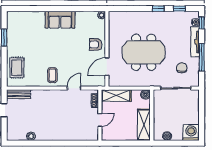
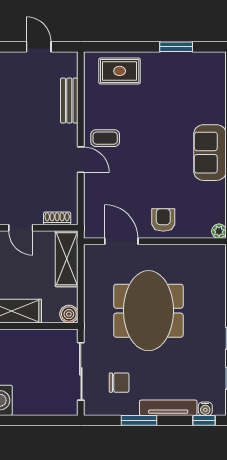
window: (202, 57) -> (139, 420), width x0.69
door: (74, 88) -> (81, 160), moved
bench: (19, 94) -> (69, 101), moved

